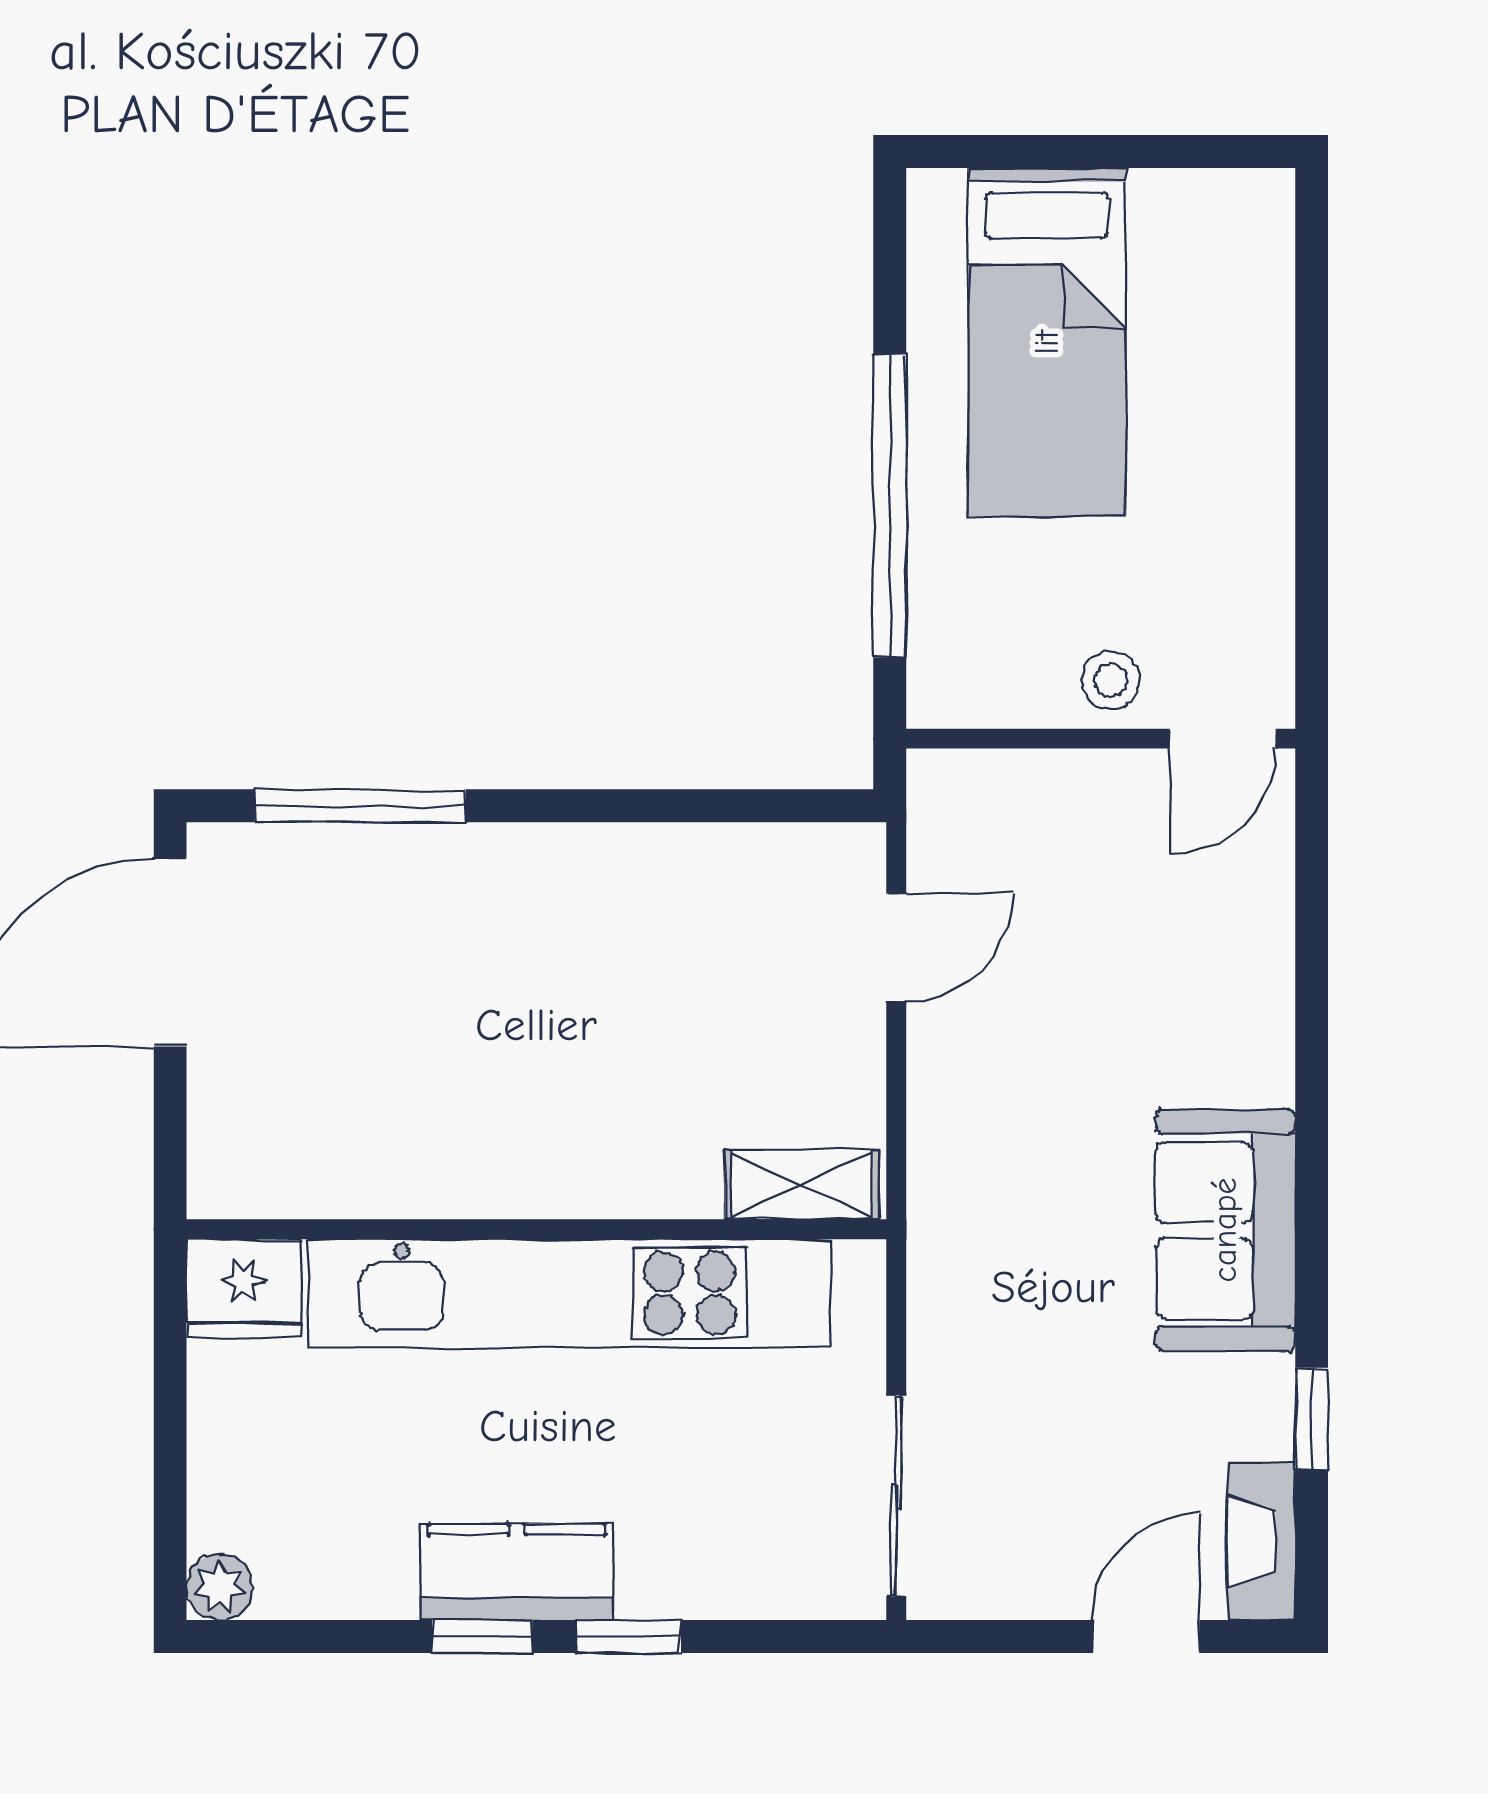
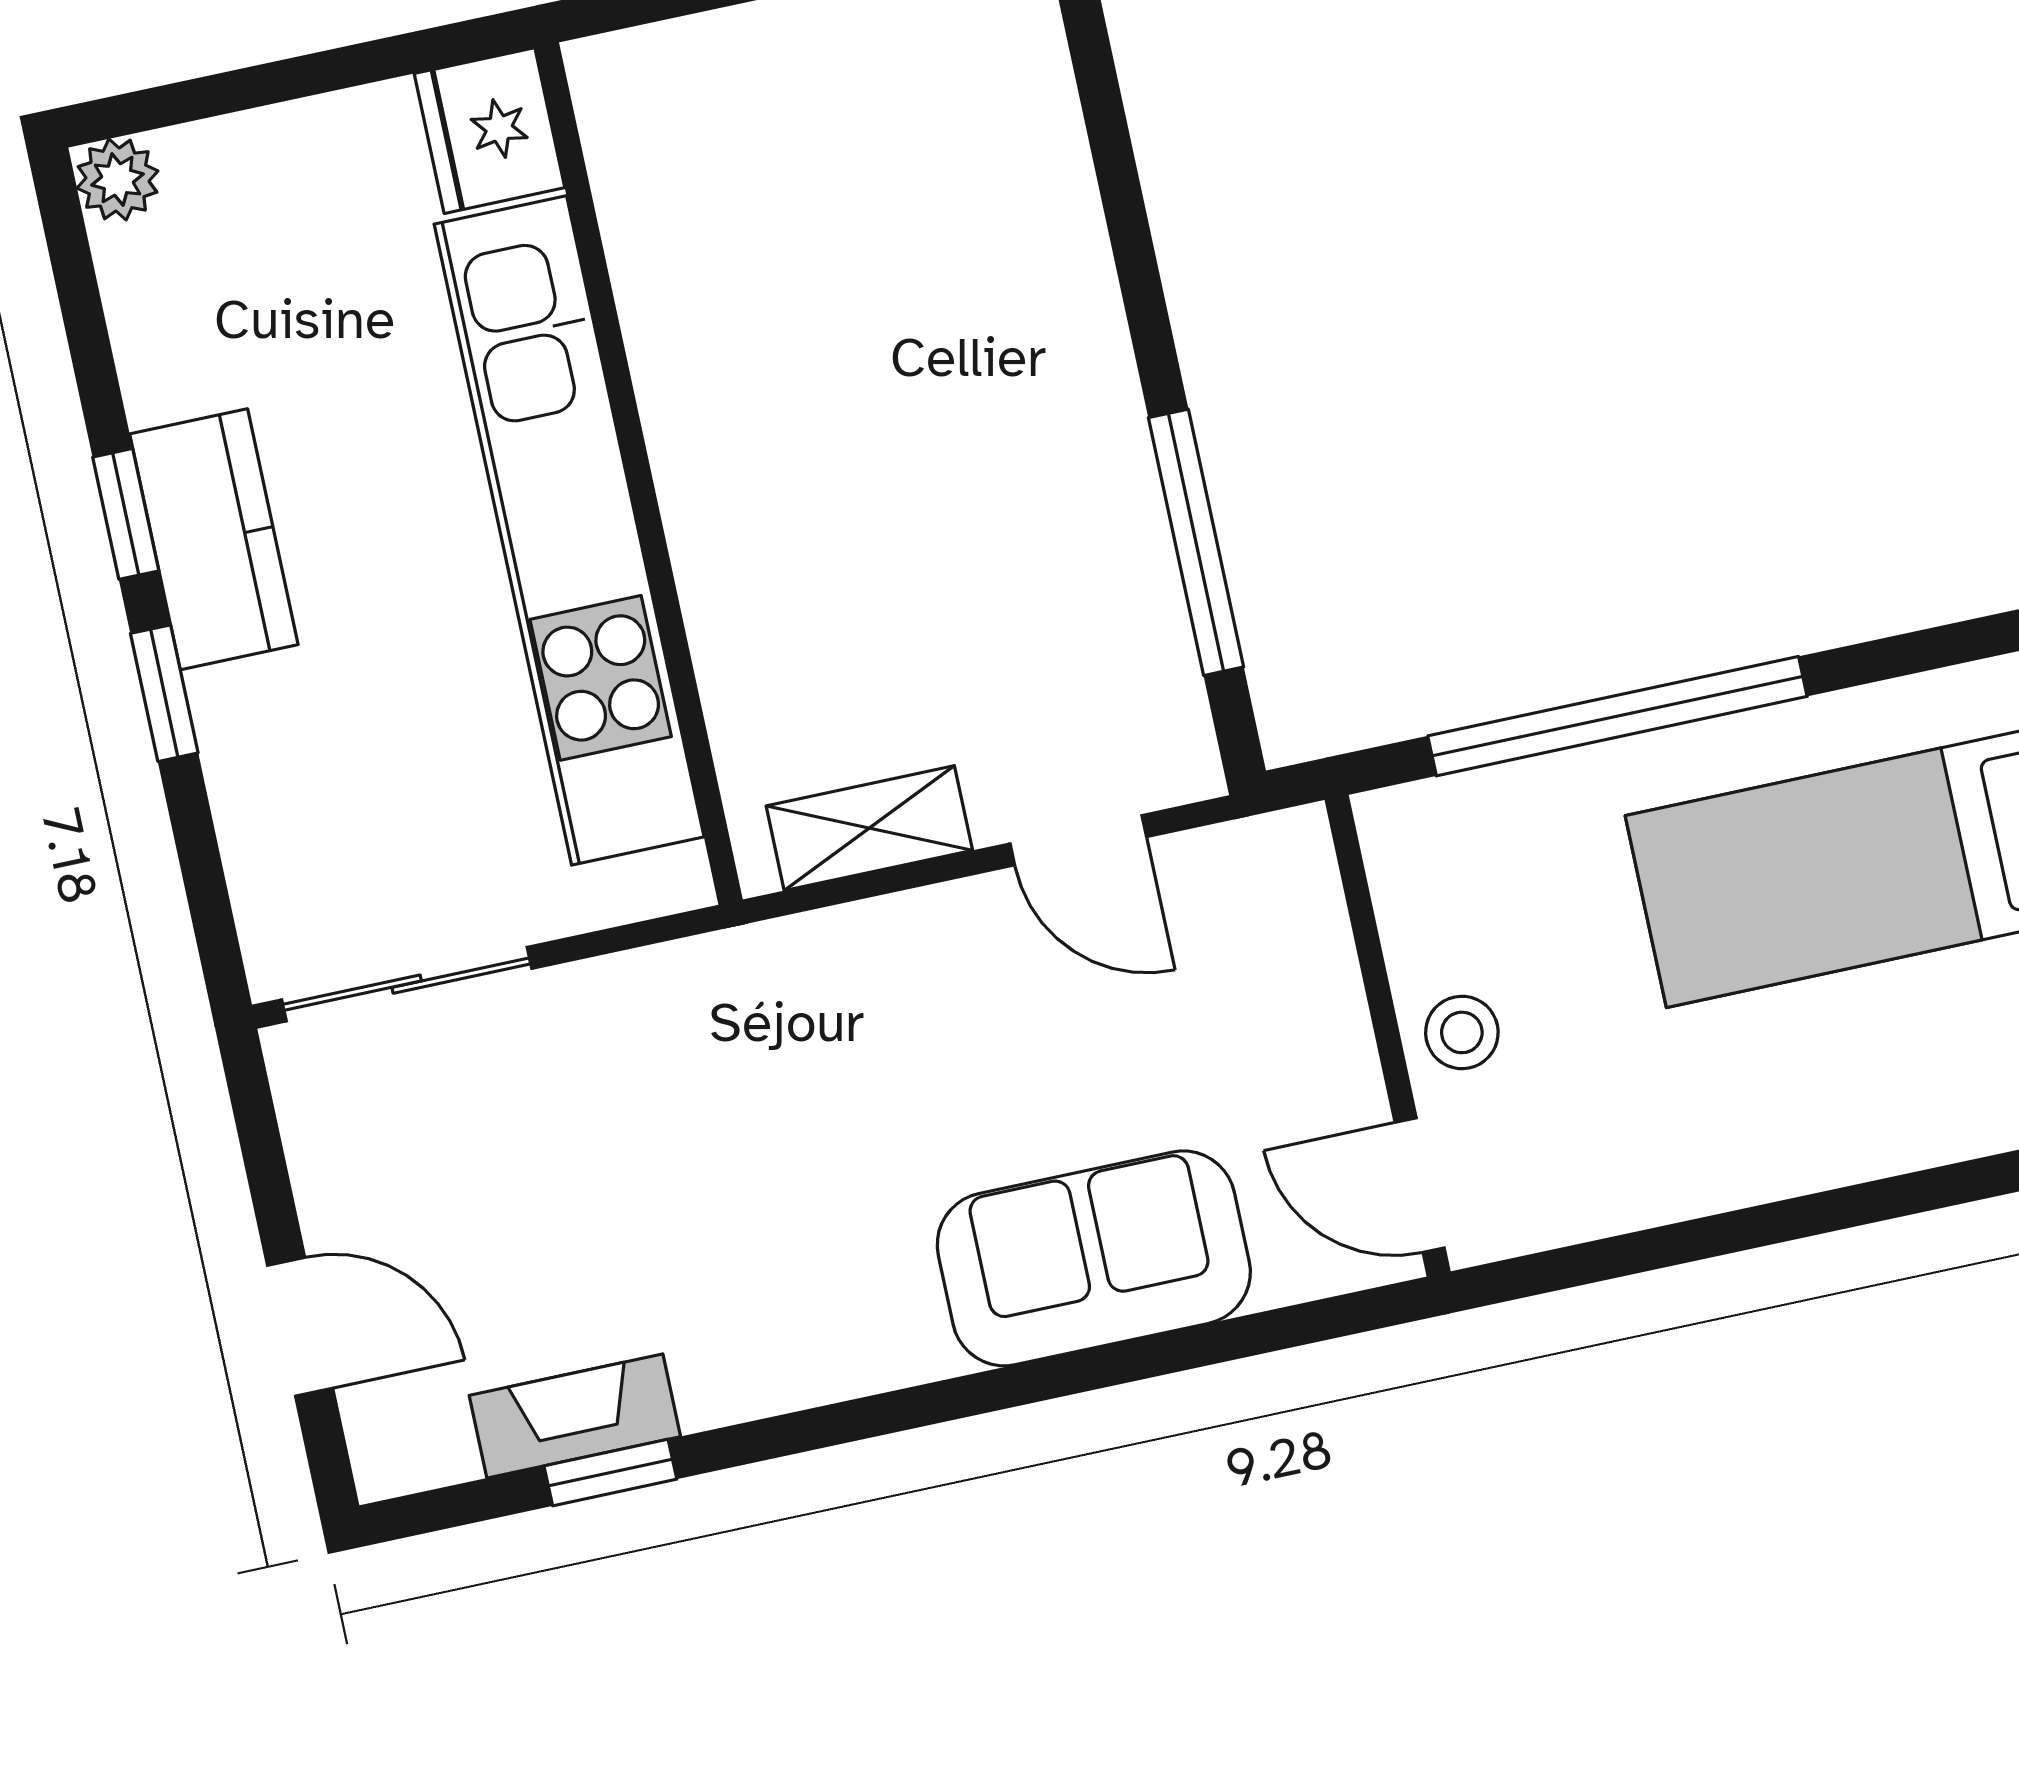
window: (360, 806) -> (1196, 542), moved
shelving: (802, 1185) -> (869, 828), moved, turned 90
sofa: (1225, 1230) -> (1094, 1258), moved
fireplace: (1262, 1541) -> (575, 1416), moved

